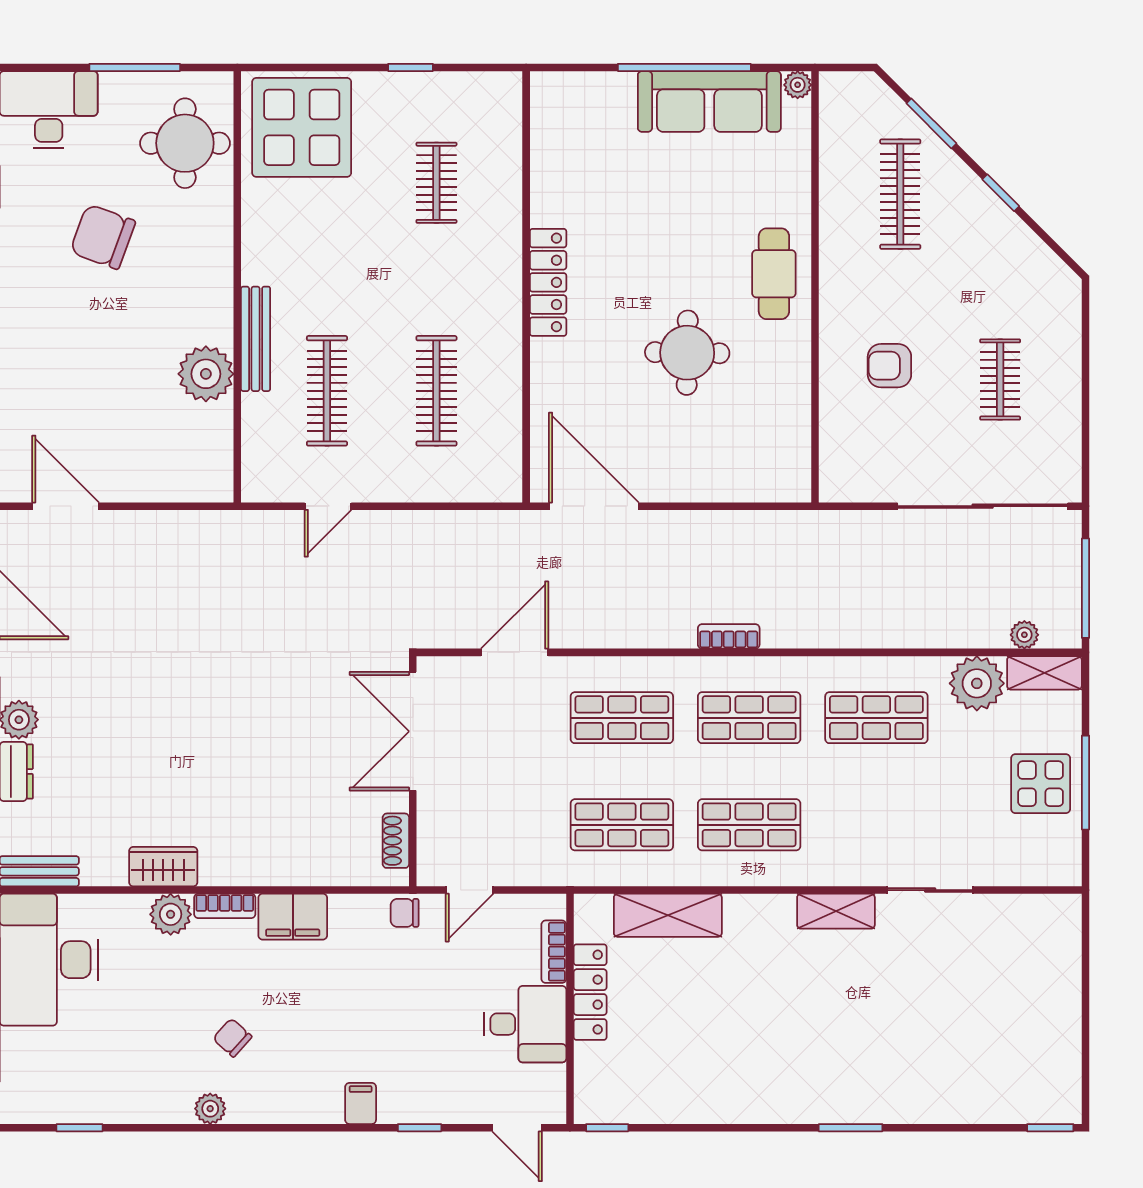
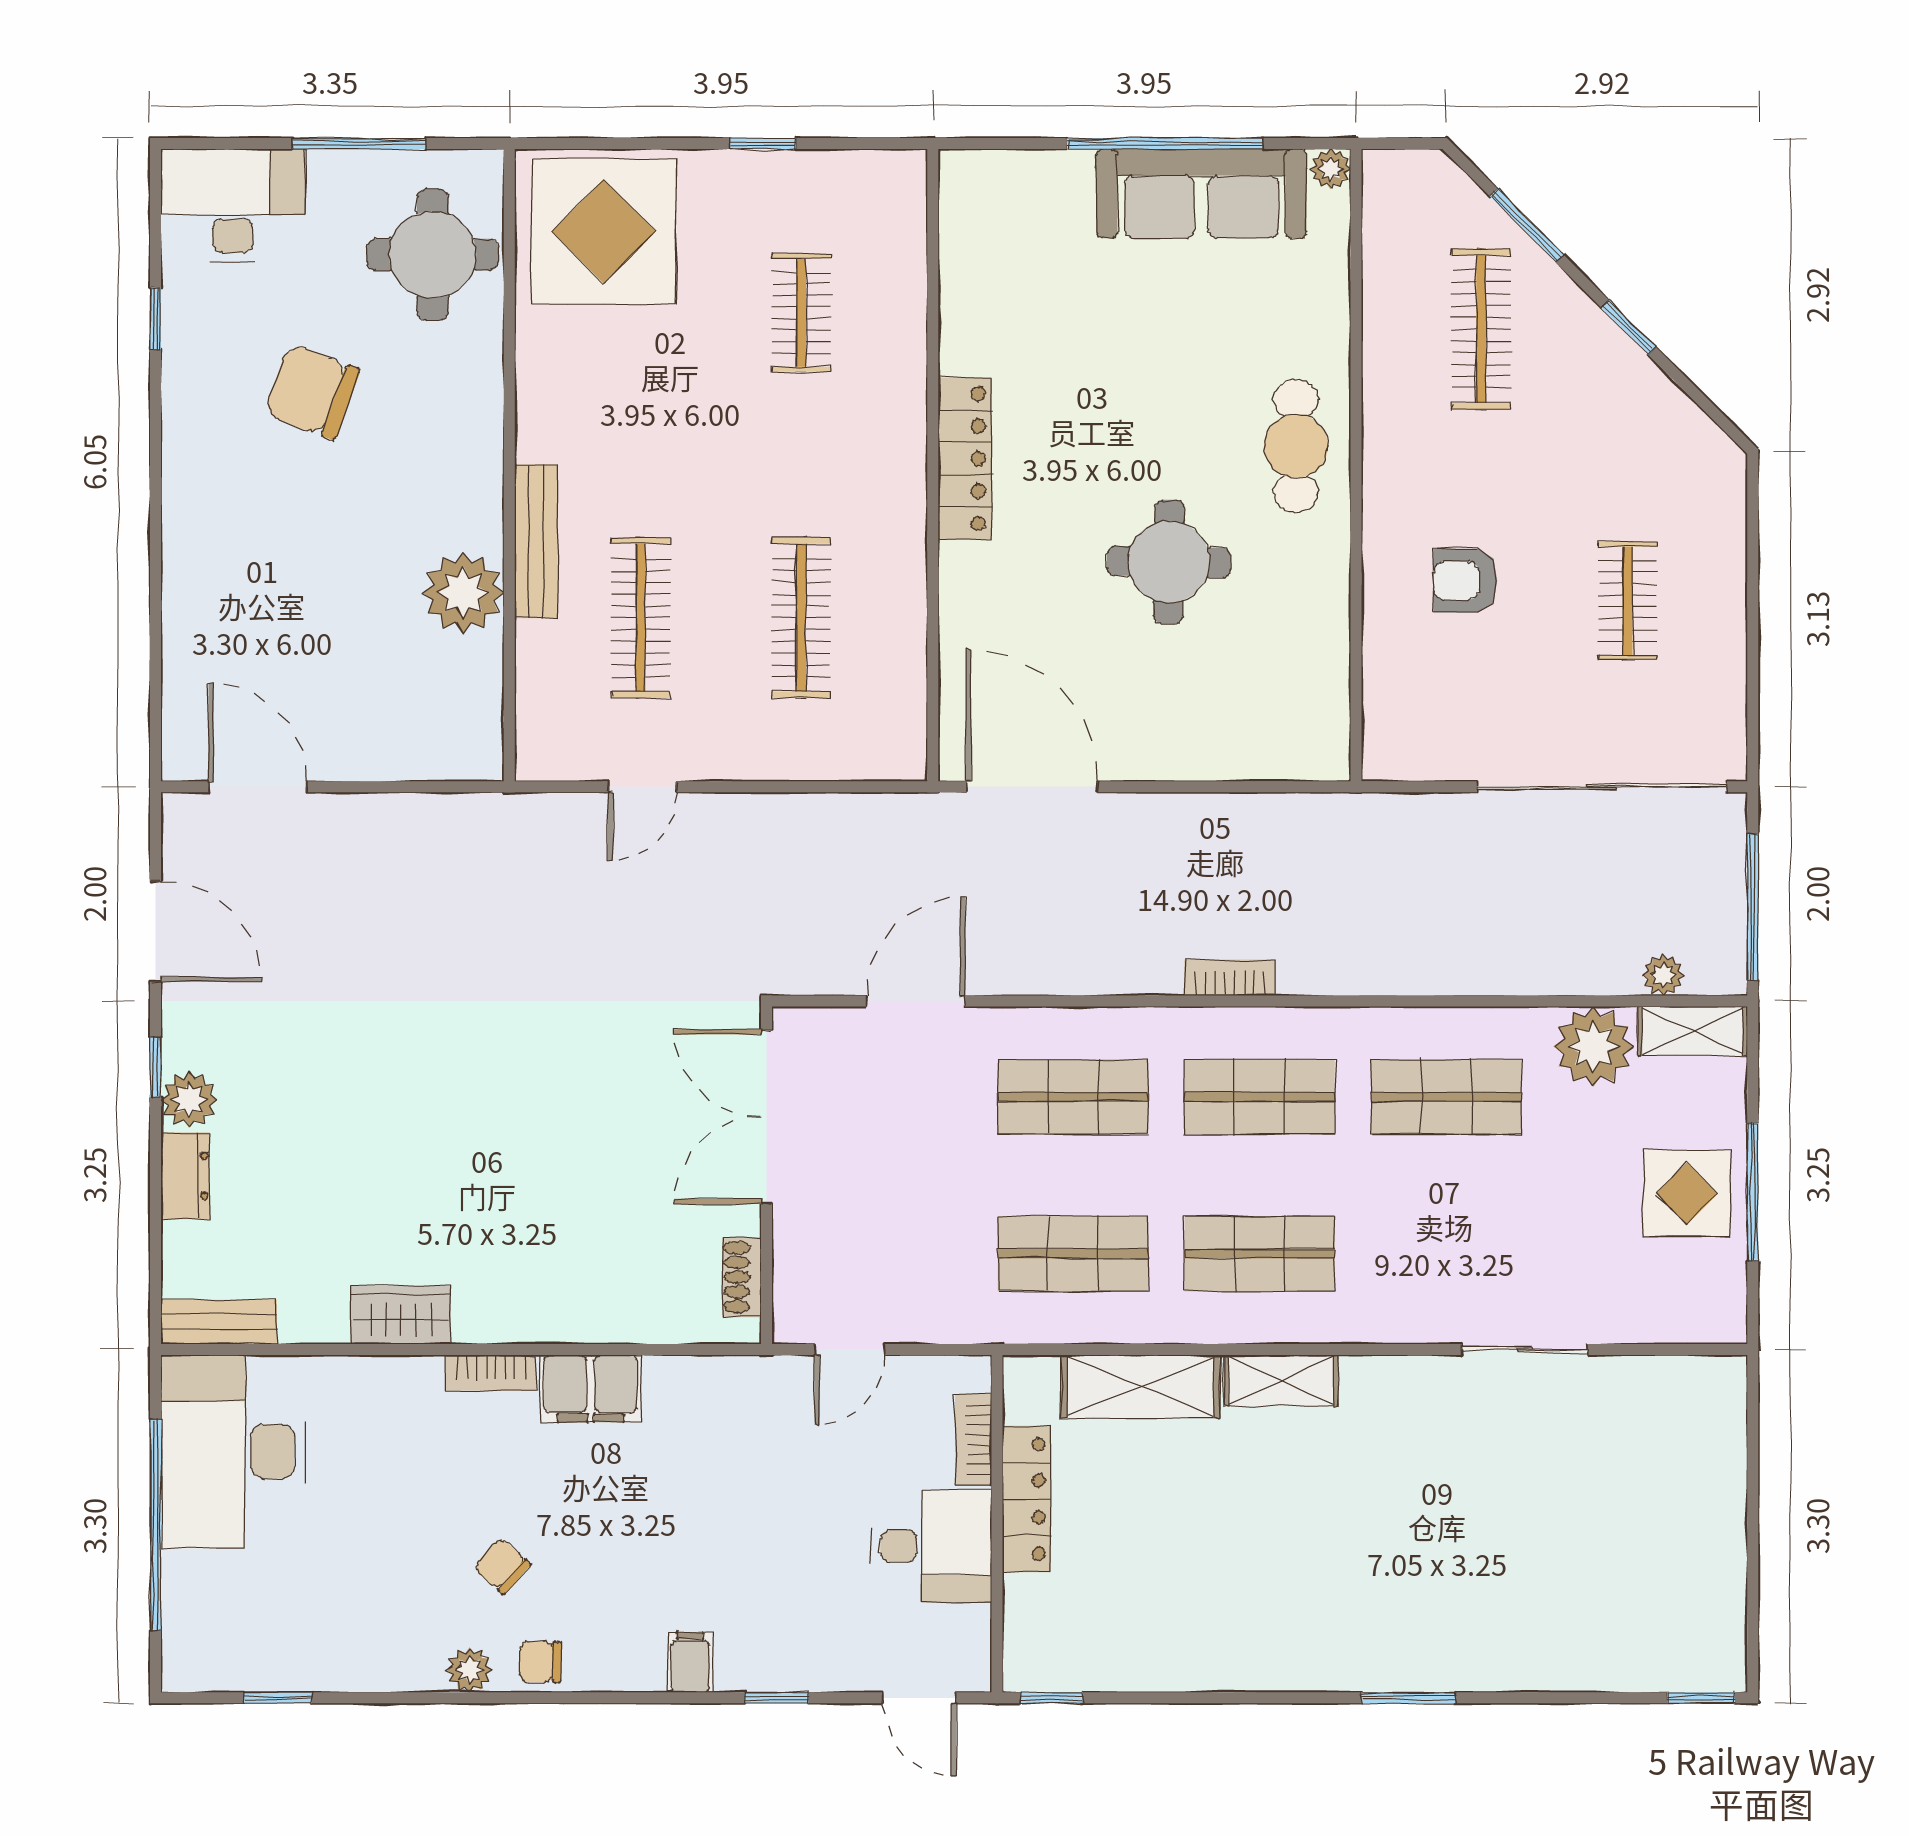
shelving: (836, 911) -> (1281, 1380), moved
chair: (405, 913) -> (540, 1662), moved
plant: (171, 914) -> (411, 1385), removed

